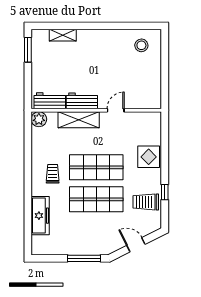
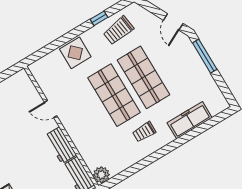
shelving: (79, 120) -> (80, 138), removed
trolley: (146, 202) -> (118, 30), turned 82
door: (136, 245) -> (173, 22), moved

